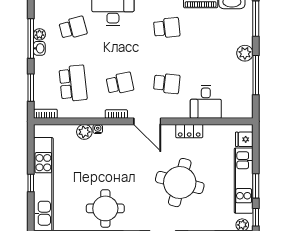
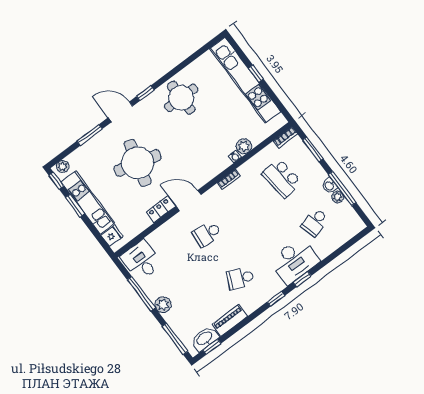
school desk: (167, 28) -> (240, 278), turned 30
school desk: (120, 83) -> (244, 206), removed
desk: (206, 102) -> (141, 260), moved
door: (147, 121) -> (189, 201), moved

